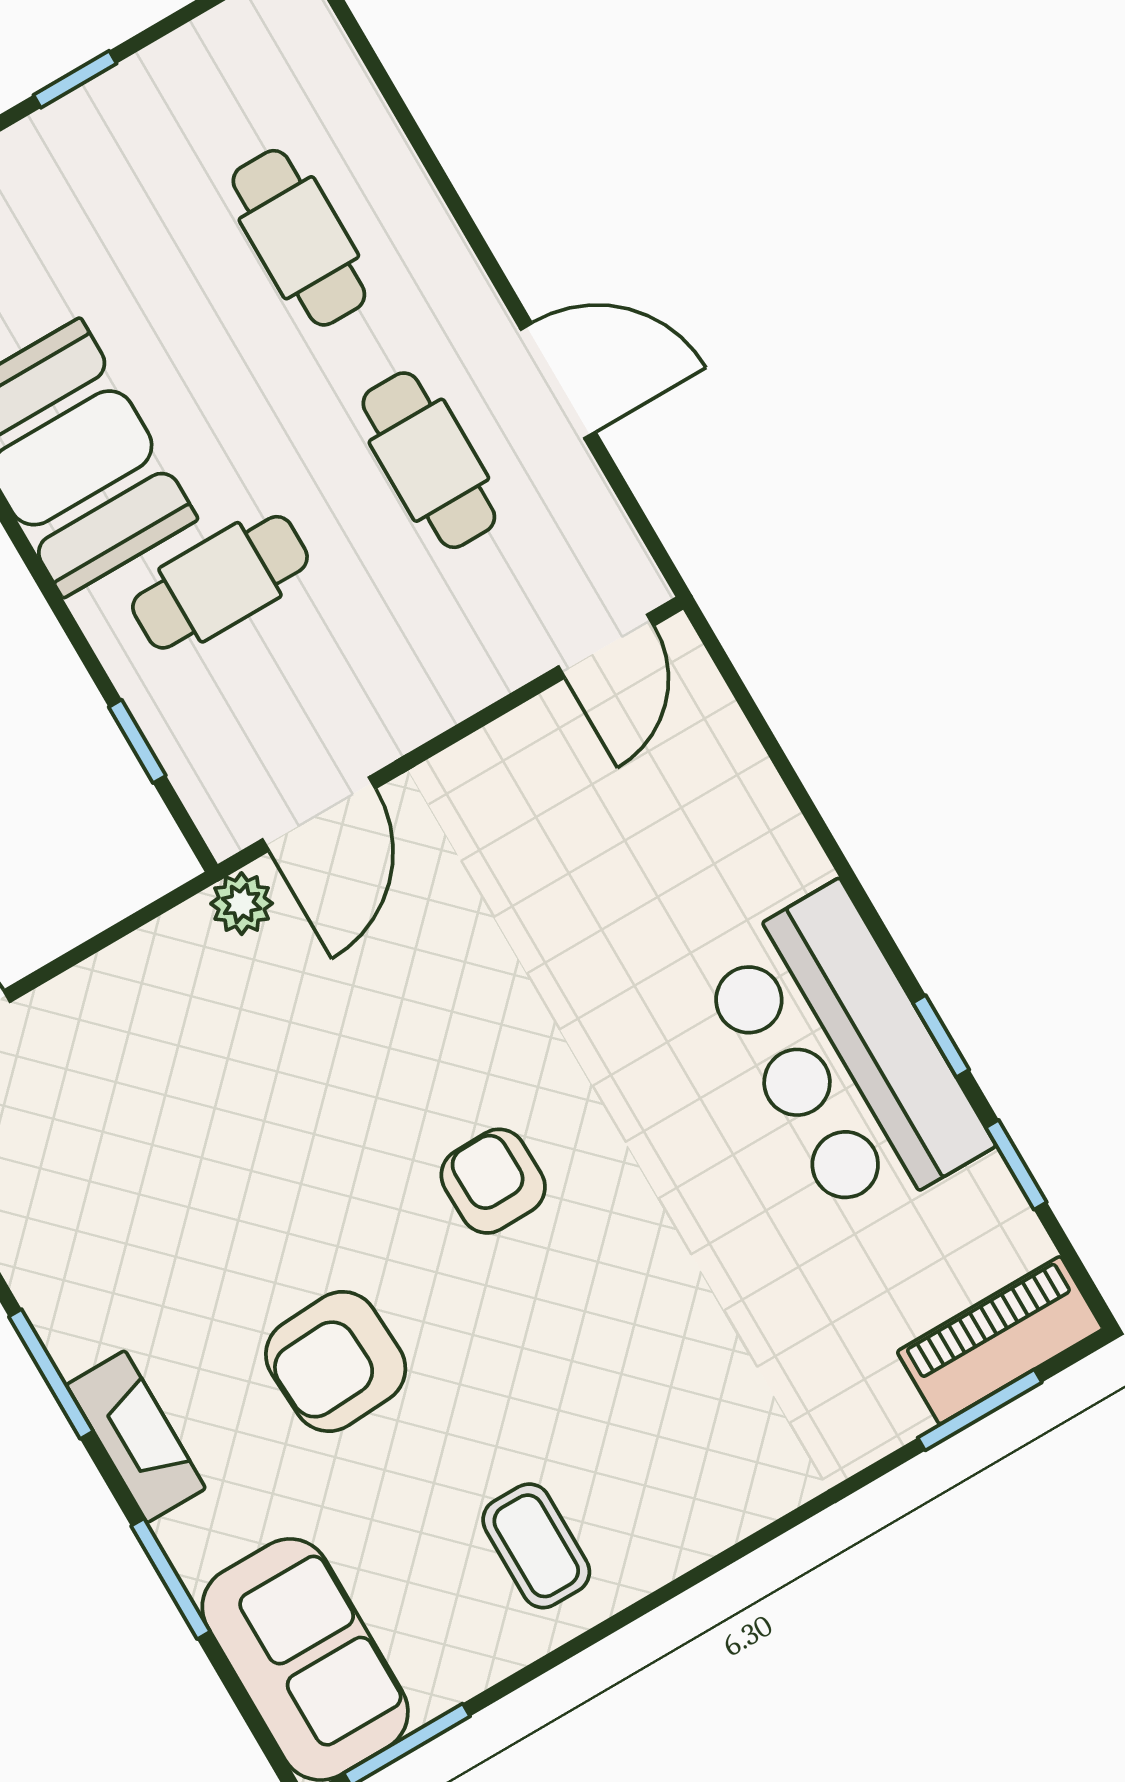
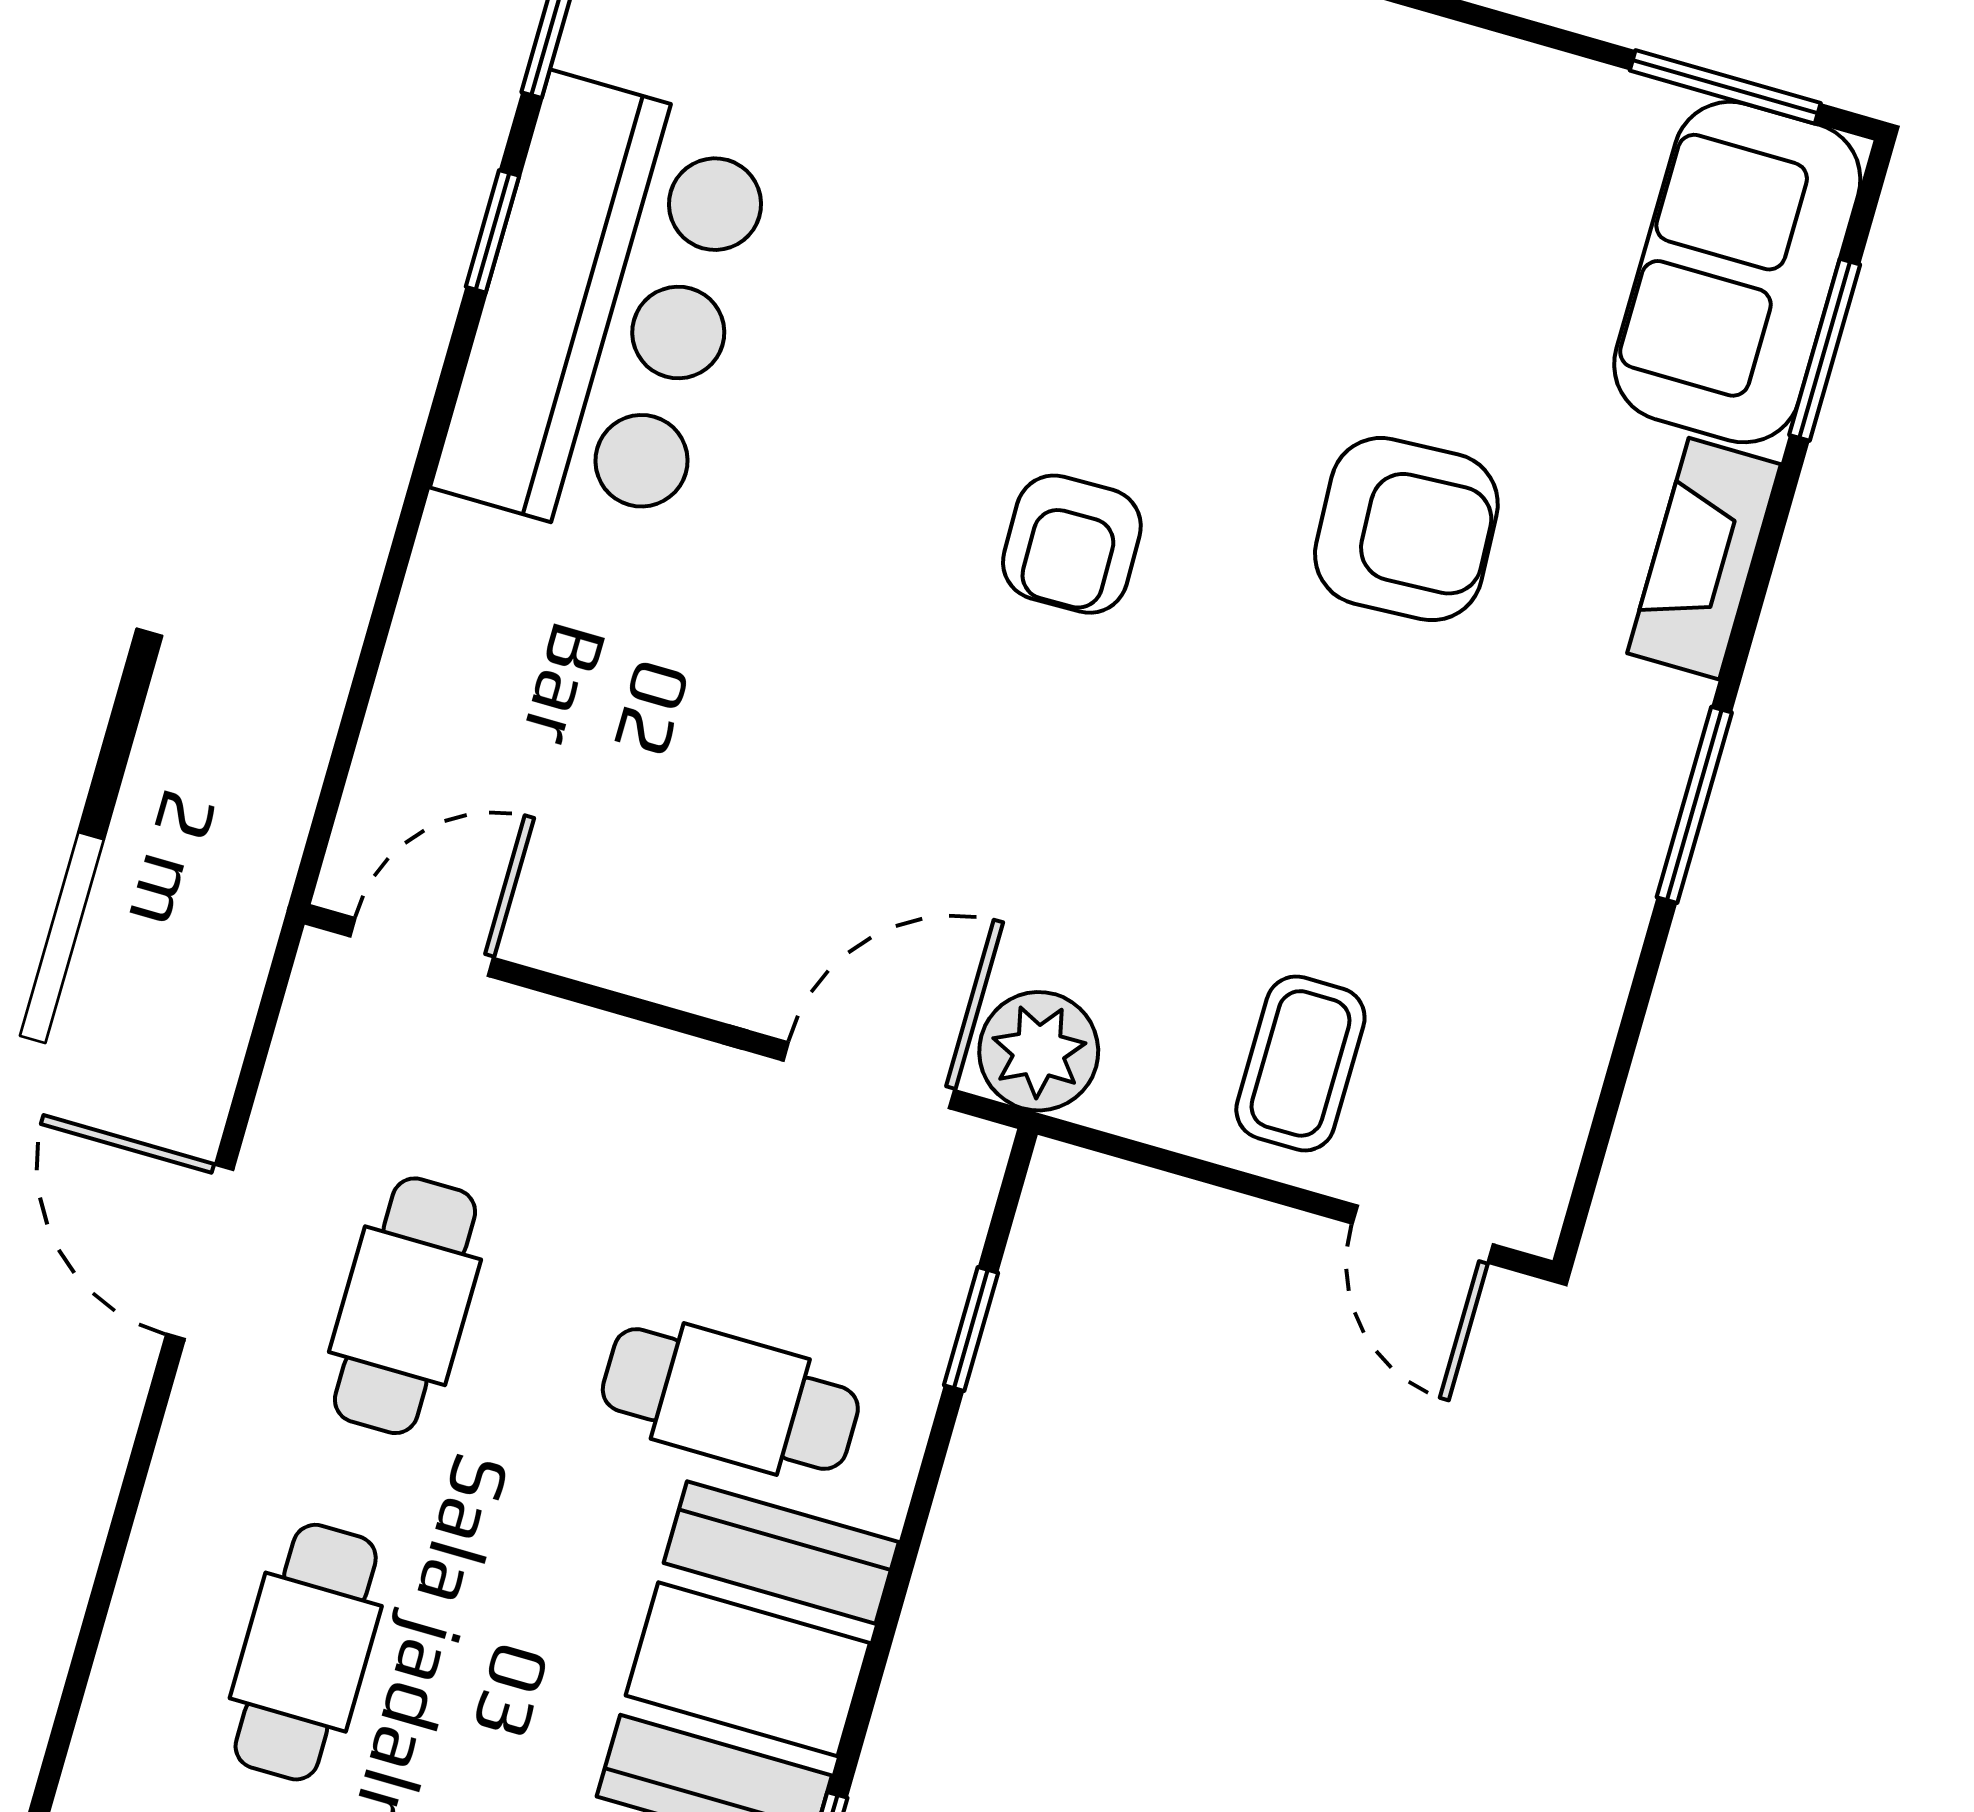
plant: (242, 904) -> (1039, 1051), width x1.38, depth x1.38
fireplace: (136, 1437) -> (1704, 559), moved
coffee table: (536, 1546) -> (1300, 1063), moved
window: (171, 1579) -> (1825, 350), moved

